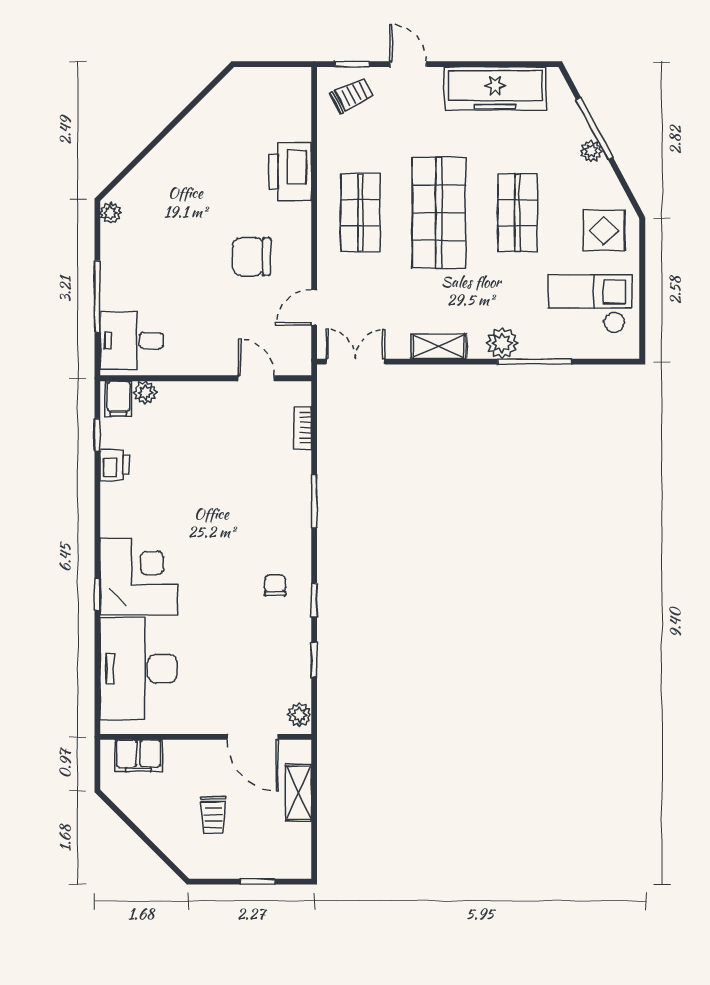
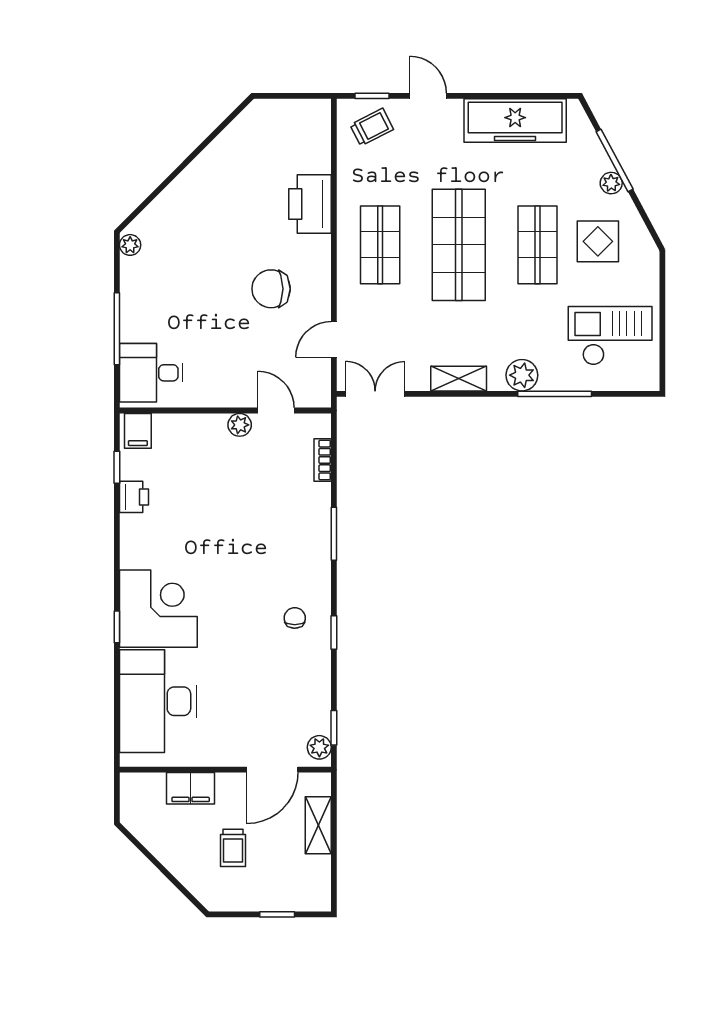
display table: (604, 230) -> (598, 241), moved
plant: (145, 393) -> (240, 425), moved
window: (314, 660) -> (334, 728), moved
door: (253, 737) -> (272, 770), hinge flipped
filing cabinet: (138, 756) -> (191, 788), moved

